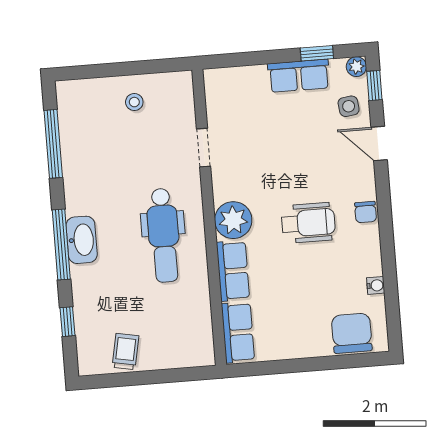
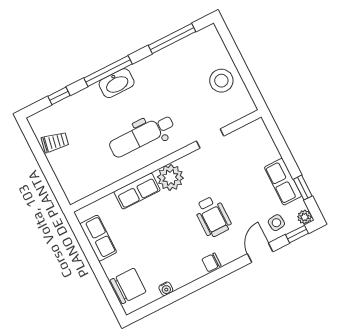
stool: (134, 102) -> (221, 81), width x1.89, depth x1.89
wheelchair: (308, 223) -> (213, 217), moved
row of seats: (238, 332) -> (98, 238), moved, turned -90

